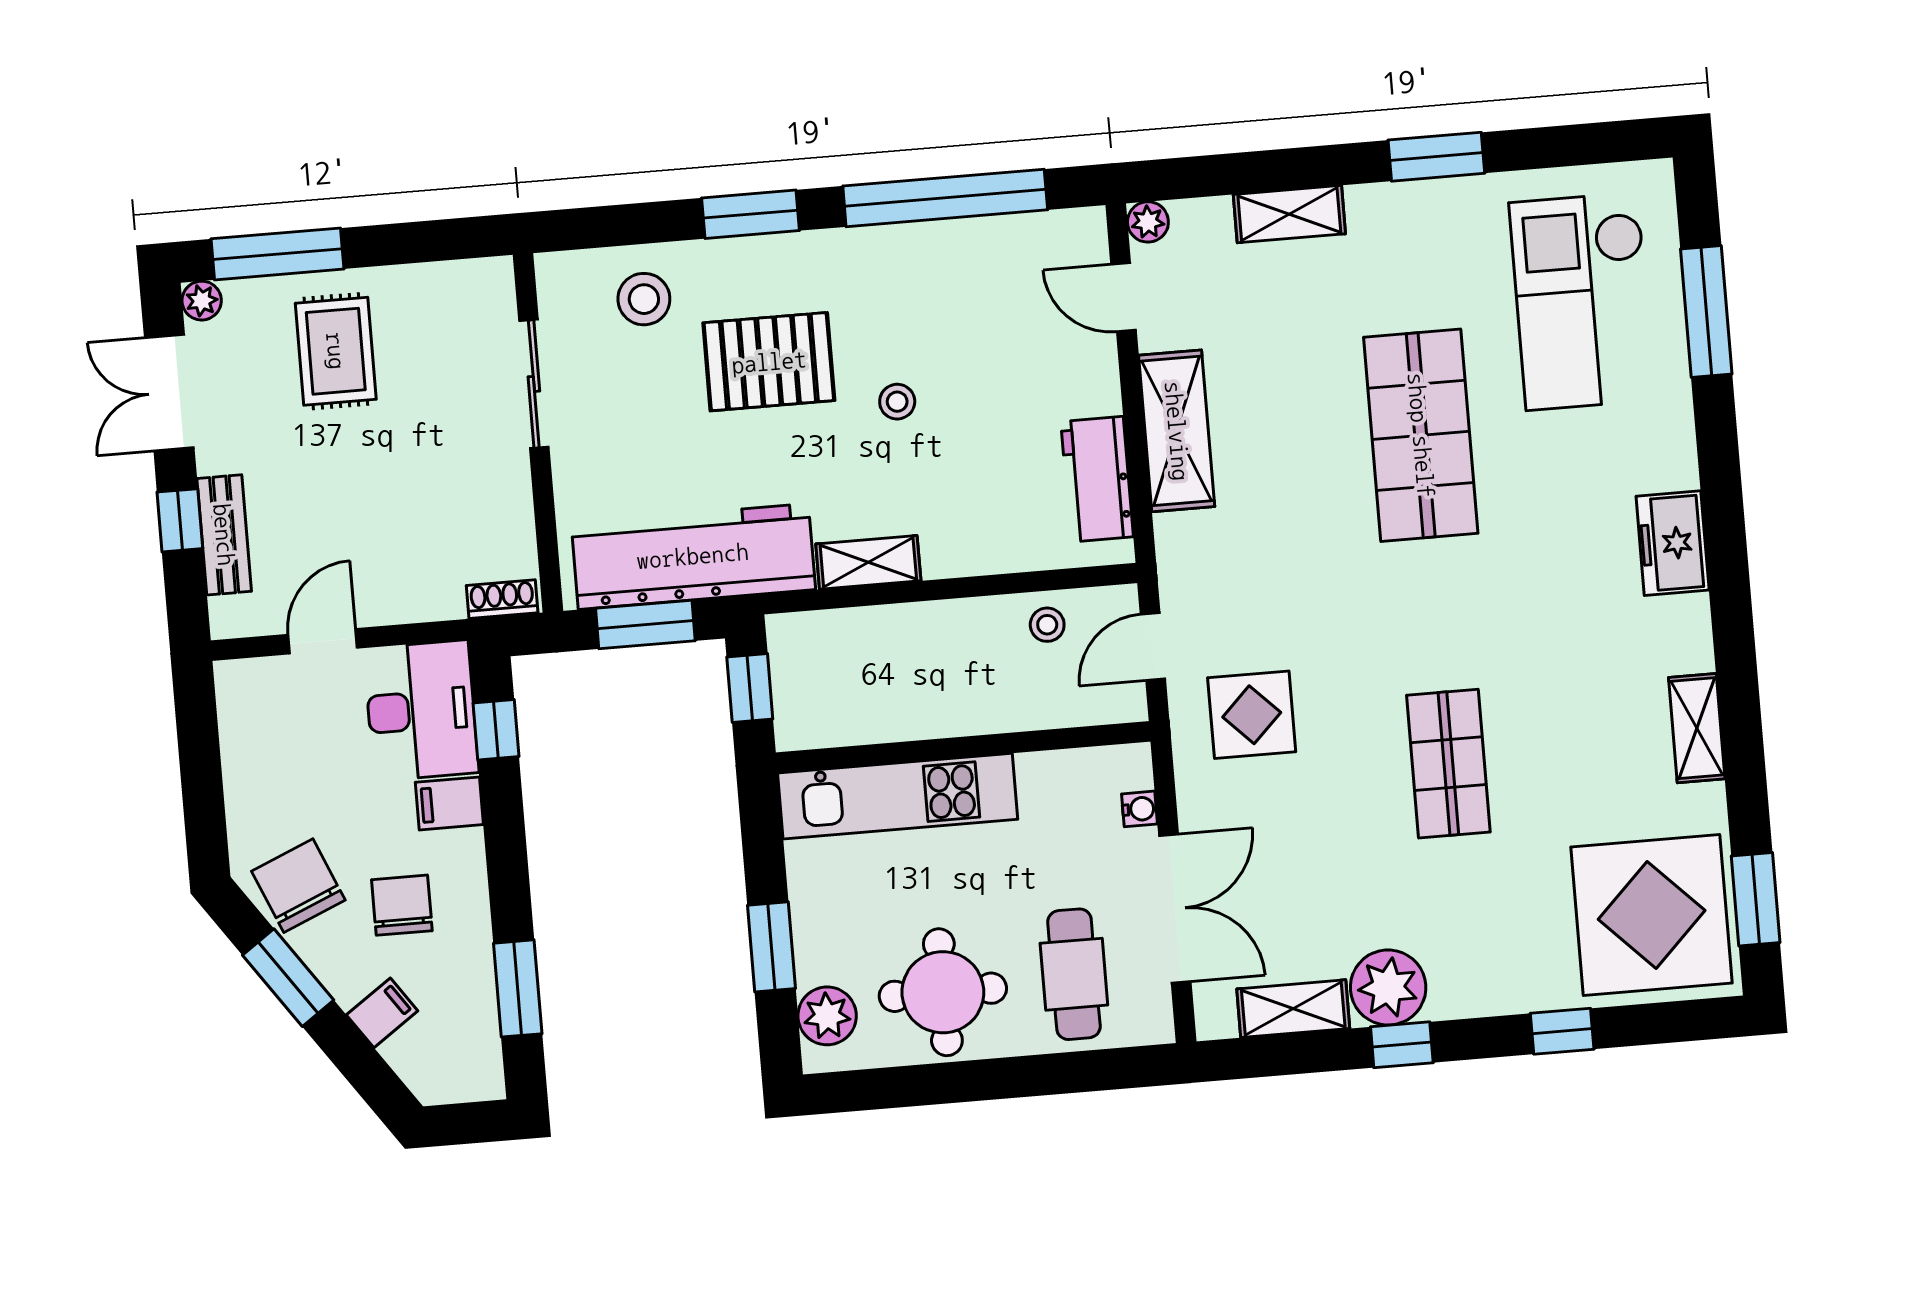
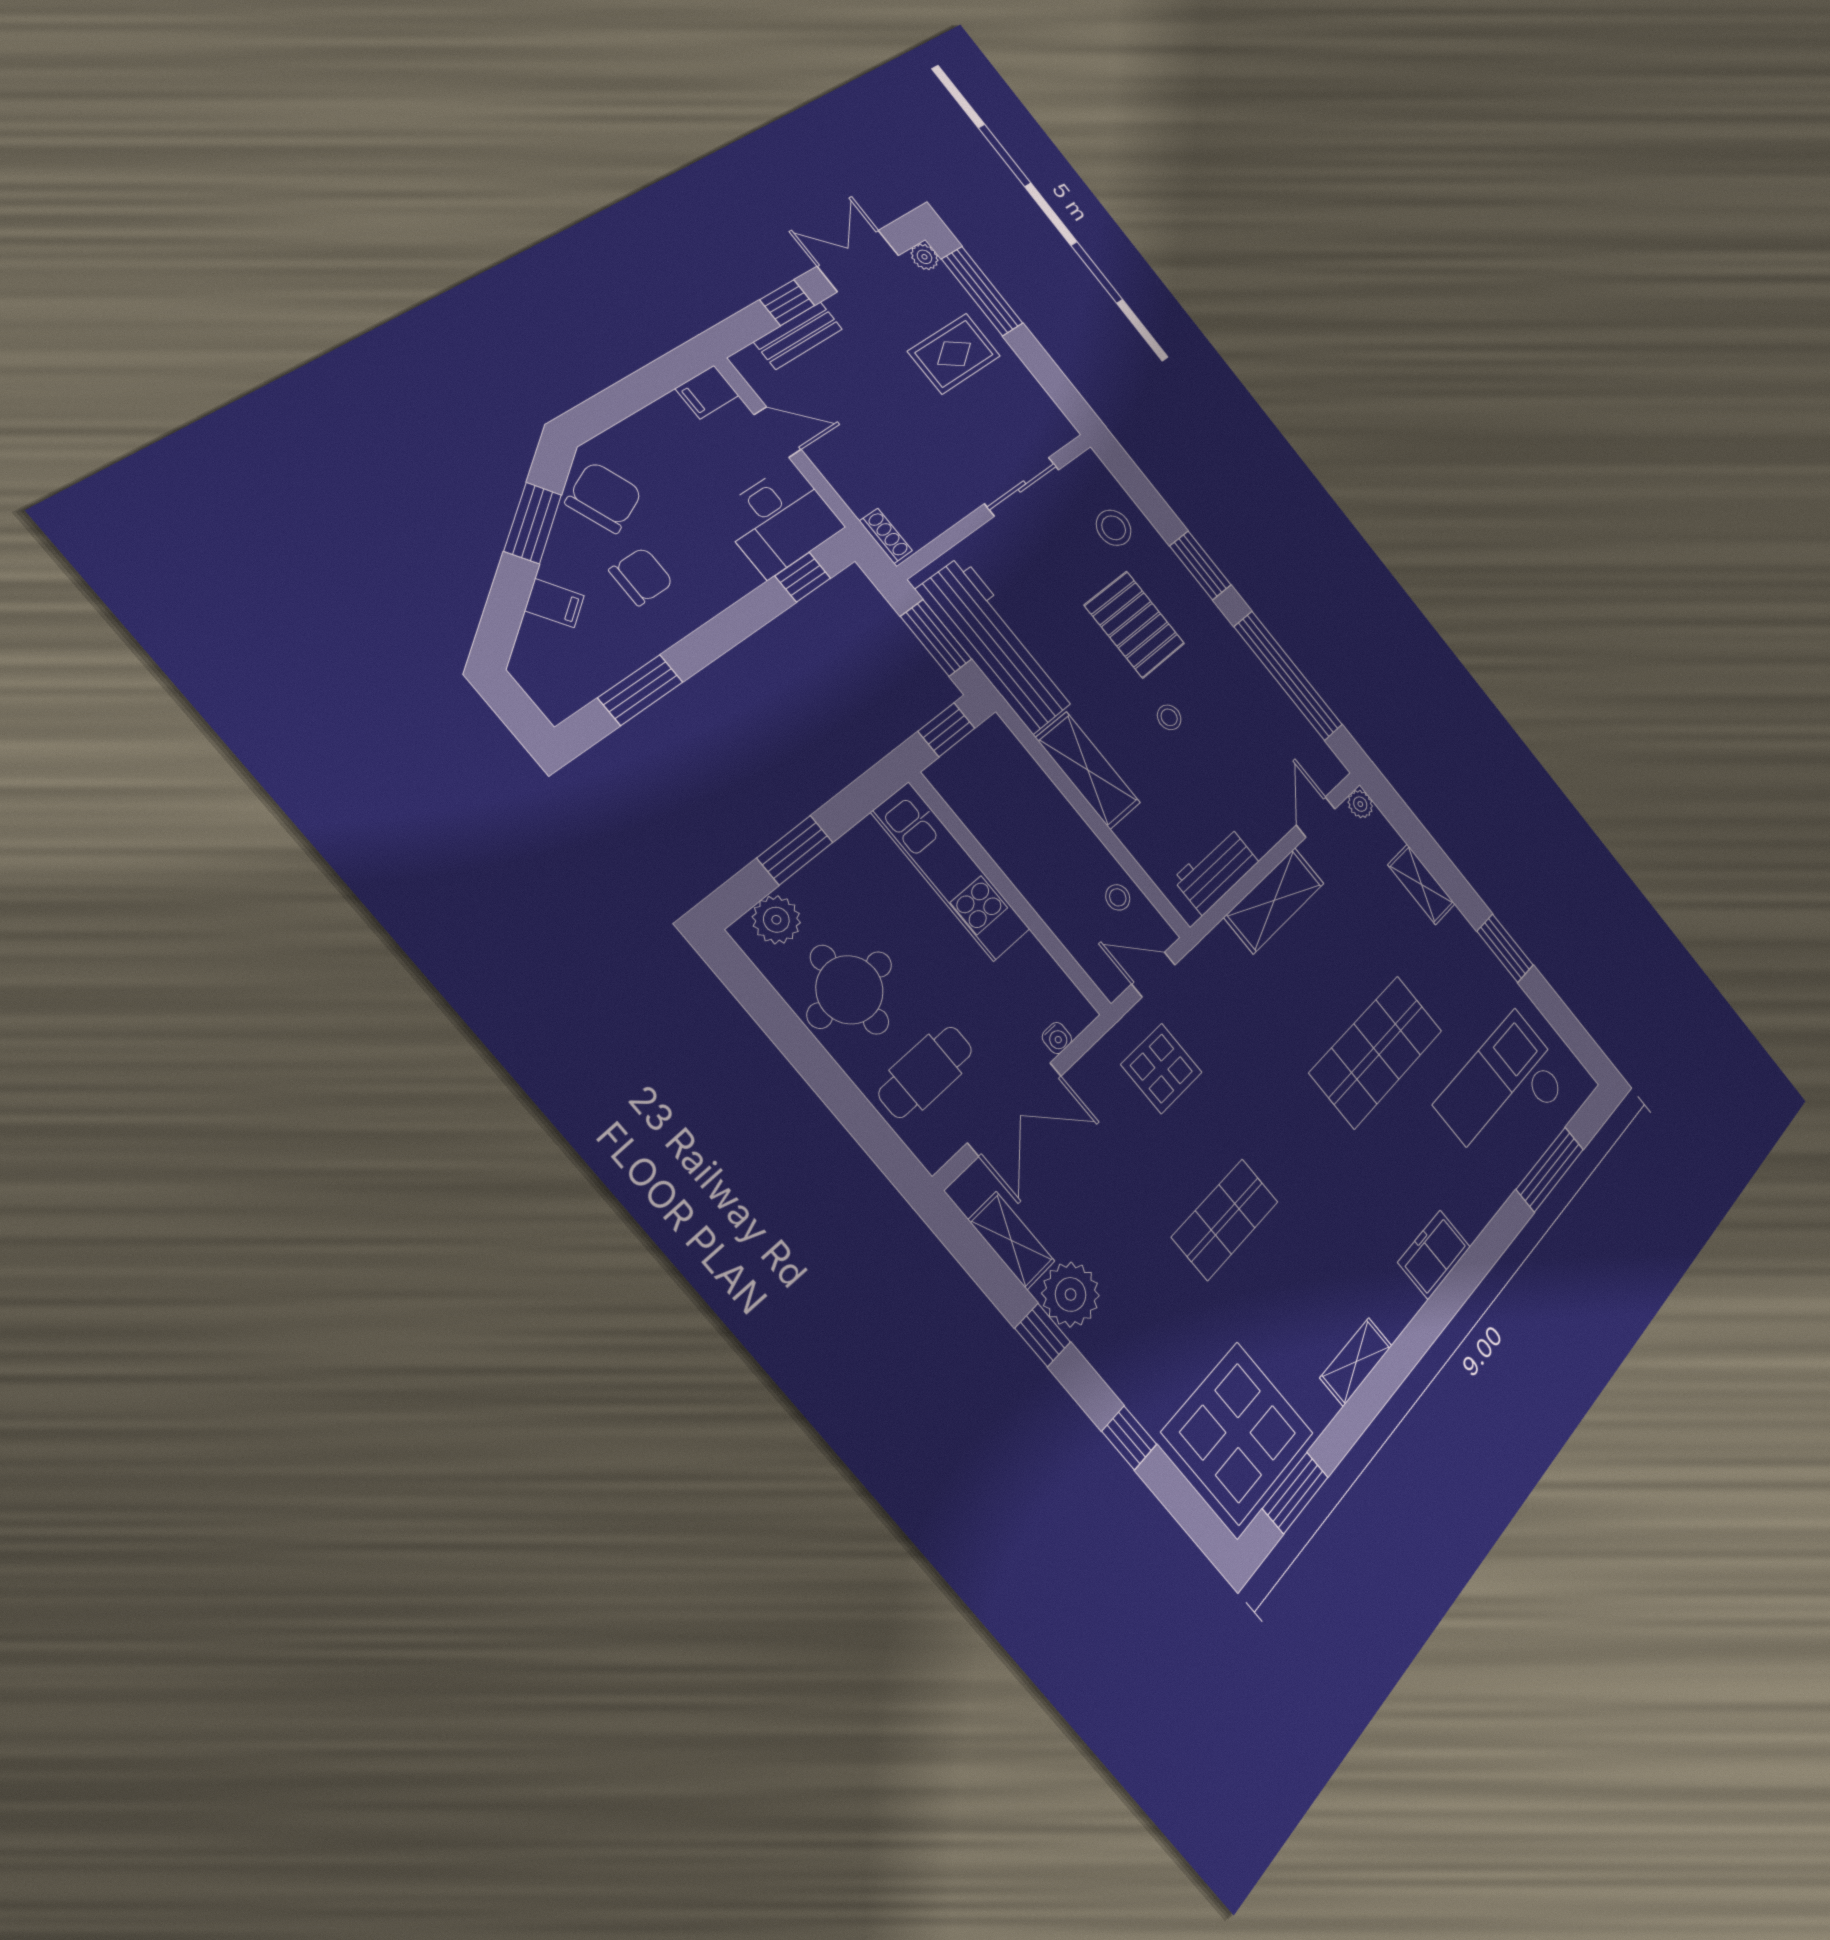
shelving: (868, 562) -> (1088, 770), width x1.50, depth x1.33
filing cabinet: (449, 803) -> (707, 392), moved, turned -90

